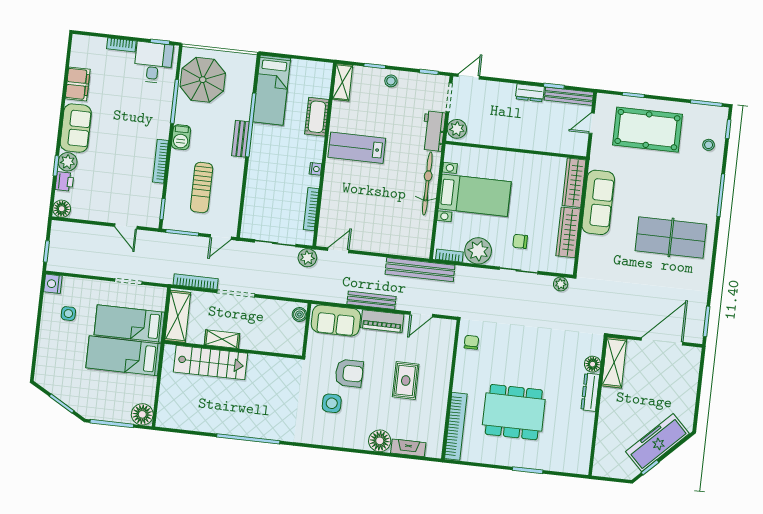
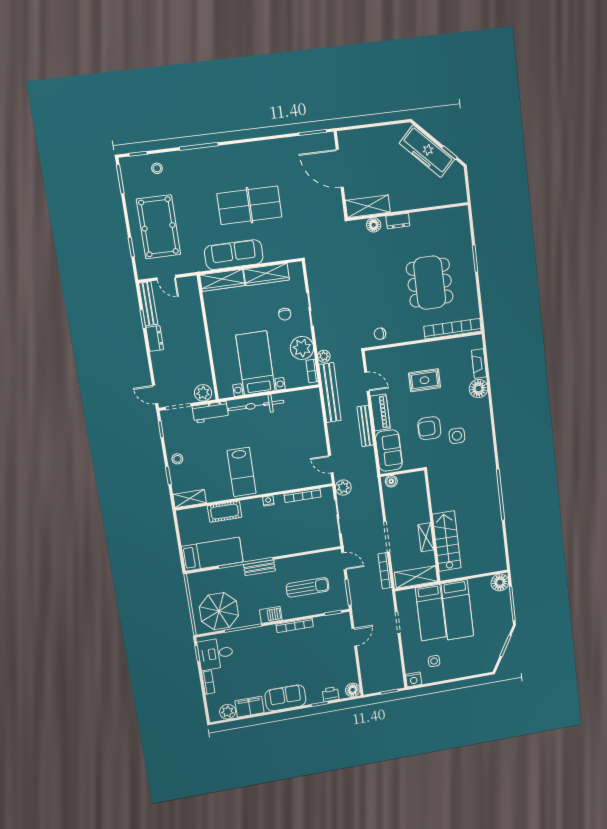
plant: (68, 162) -> (228, 712), moved
table tennis table: (671, 237) -> (249, 205), moved, turned 90
plant: (561, 284) -> (324, 356), moved
armchair: (349, 373) -> (429, 428), turned -90
dresser: (590, 392) -> (398, 221), width x0.70

